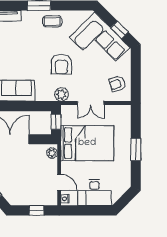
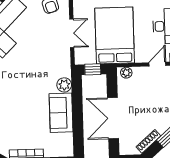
armchair: (61, 64) -> (31, 66), removed
plant: (61, 94) -> (64, 85), moved

